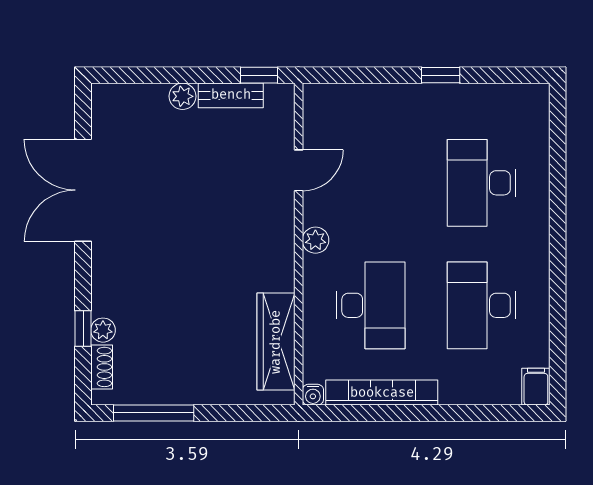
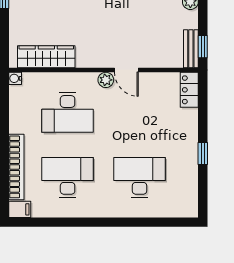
bench: (231, 95) -> (191, 49), moved
locker: (332, 98) -> (189, 90), added
door: (299, 170) -> (126, 70), moved
bookcase: (382, 393) -> (16, 167), moved

